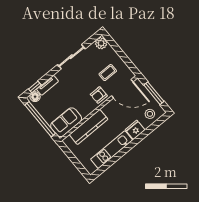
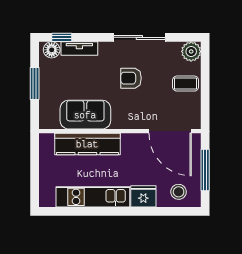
coffee table: (108, 73) -> (186, 84), moved
armchair: (99, 95) -> (131, 78), moved
window: (40, 119) -> (35, 84), width x0.47
sofa: (66, 122) -> (85, 115), moved

